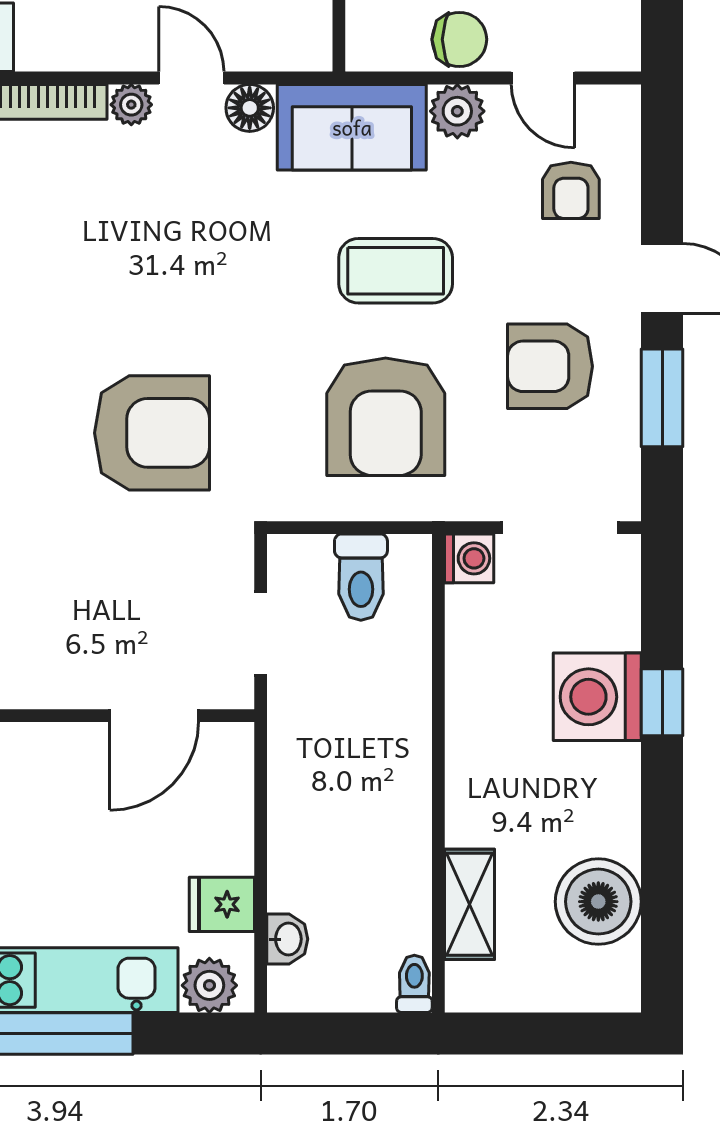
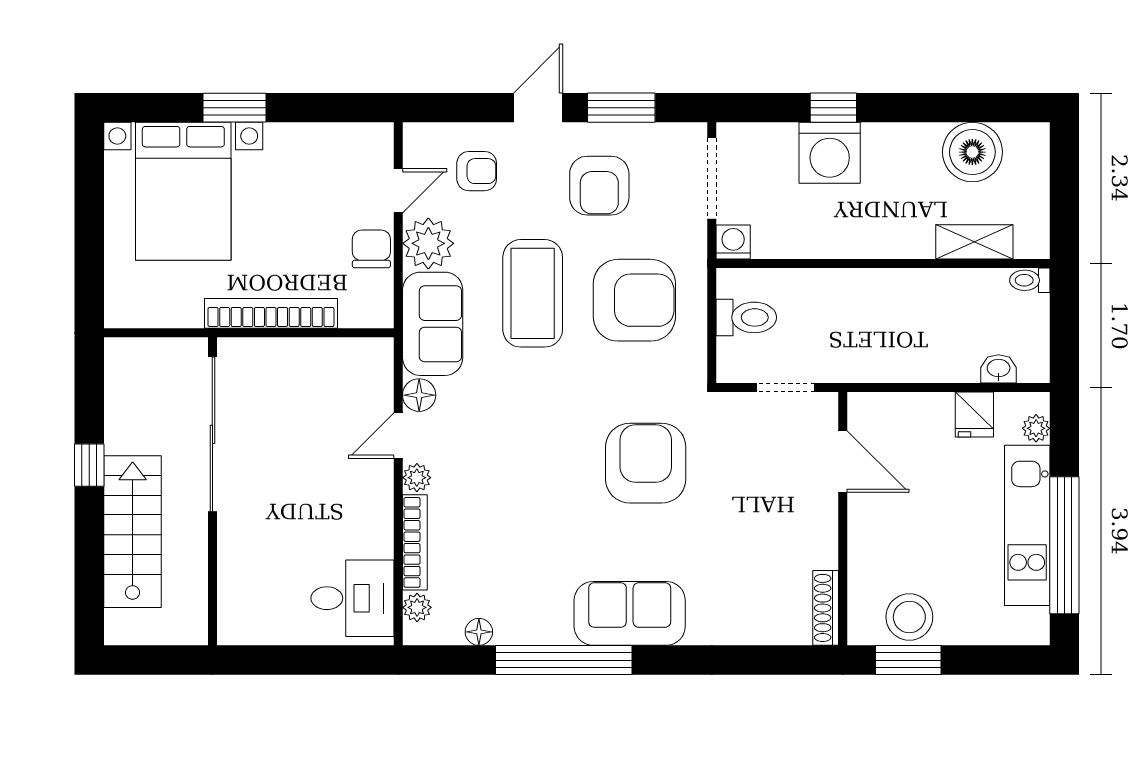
plant: (457, 111) -> (428, 243), width x1.36, depth x1.36
coffee table: (396, 271) -> (533, 293), width x1.36, depth x1.32
plant: (209, 985) -> (1036, 428), width x0.73, depth x0.73

